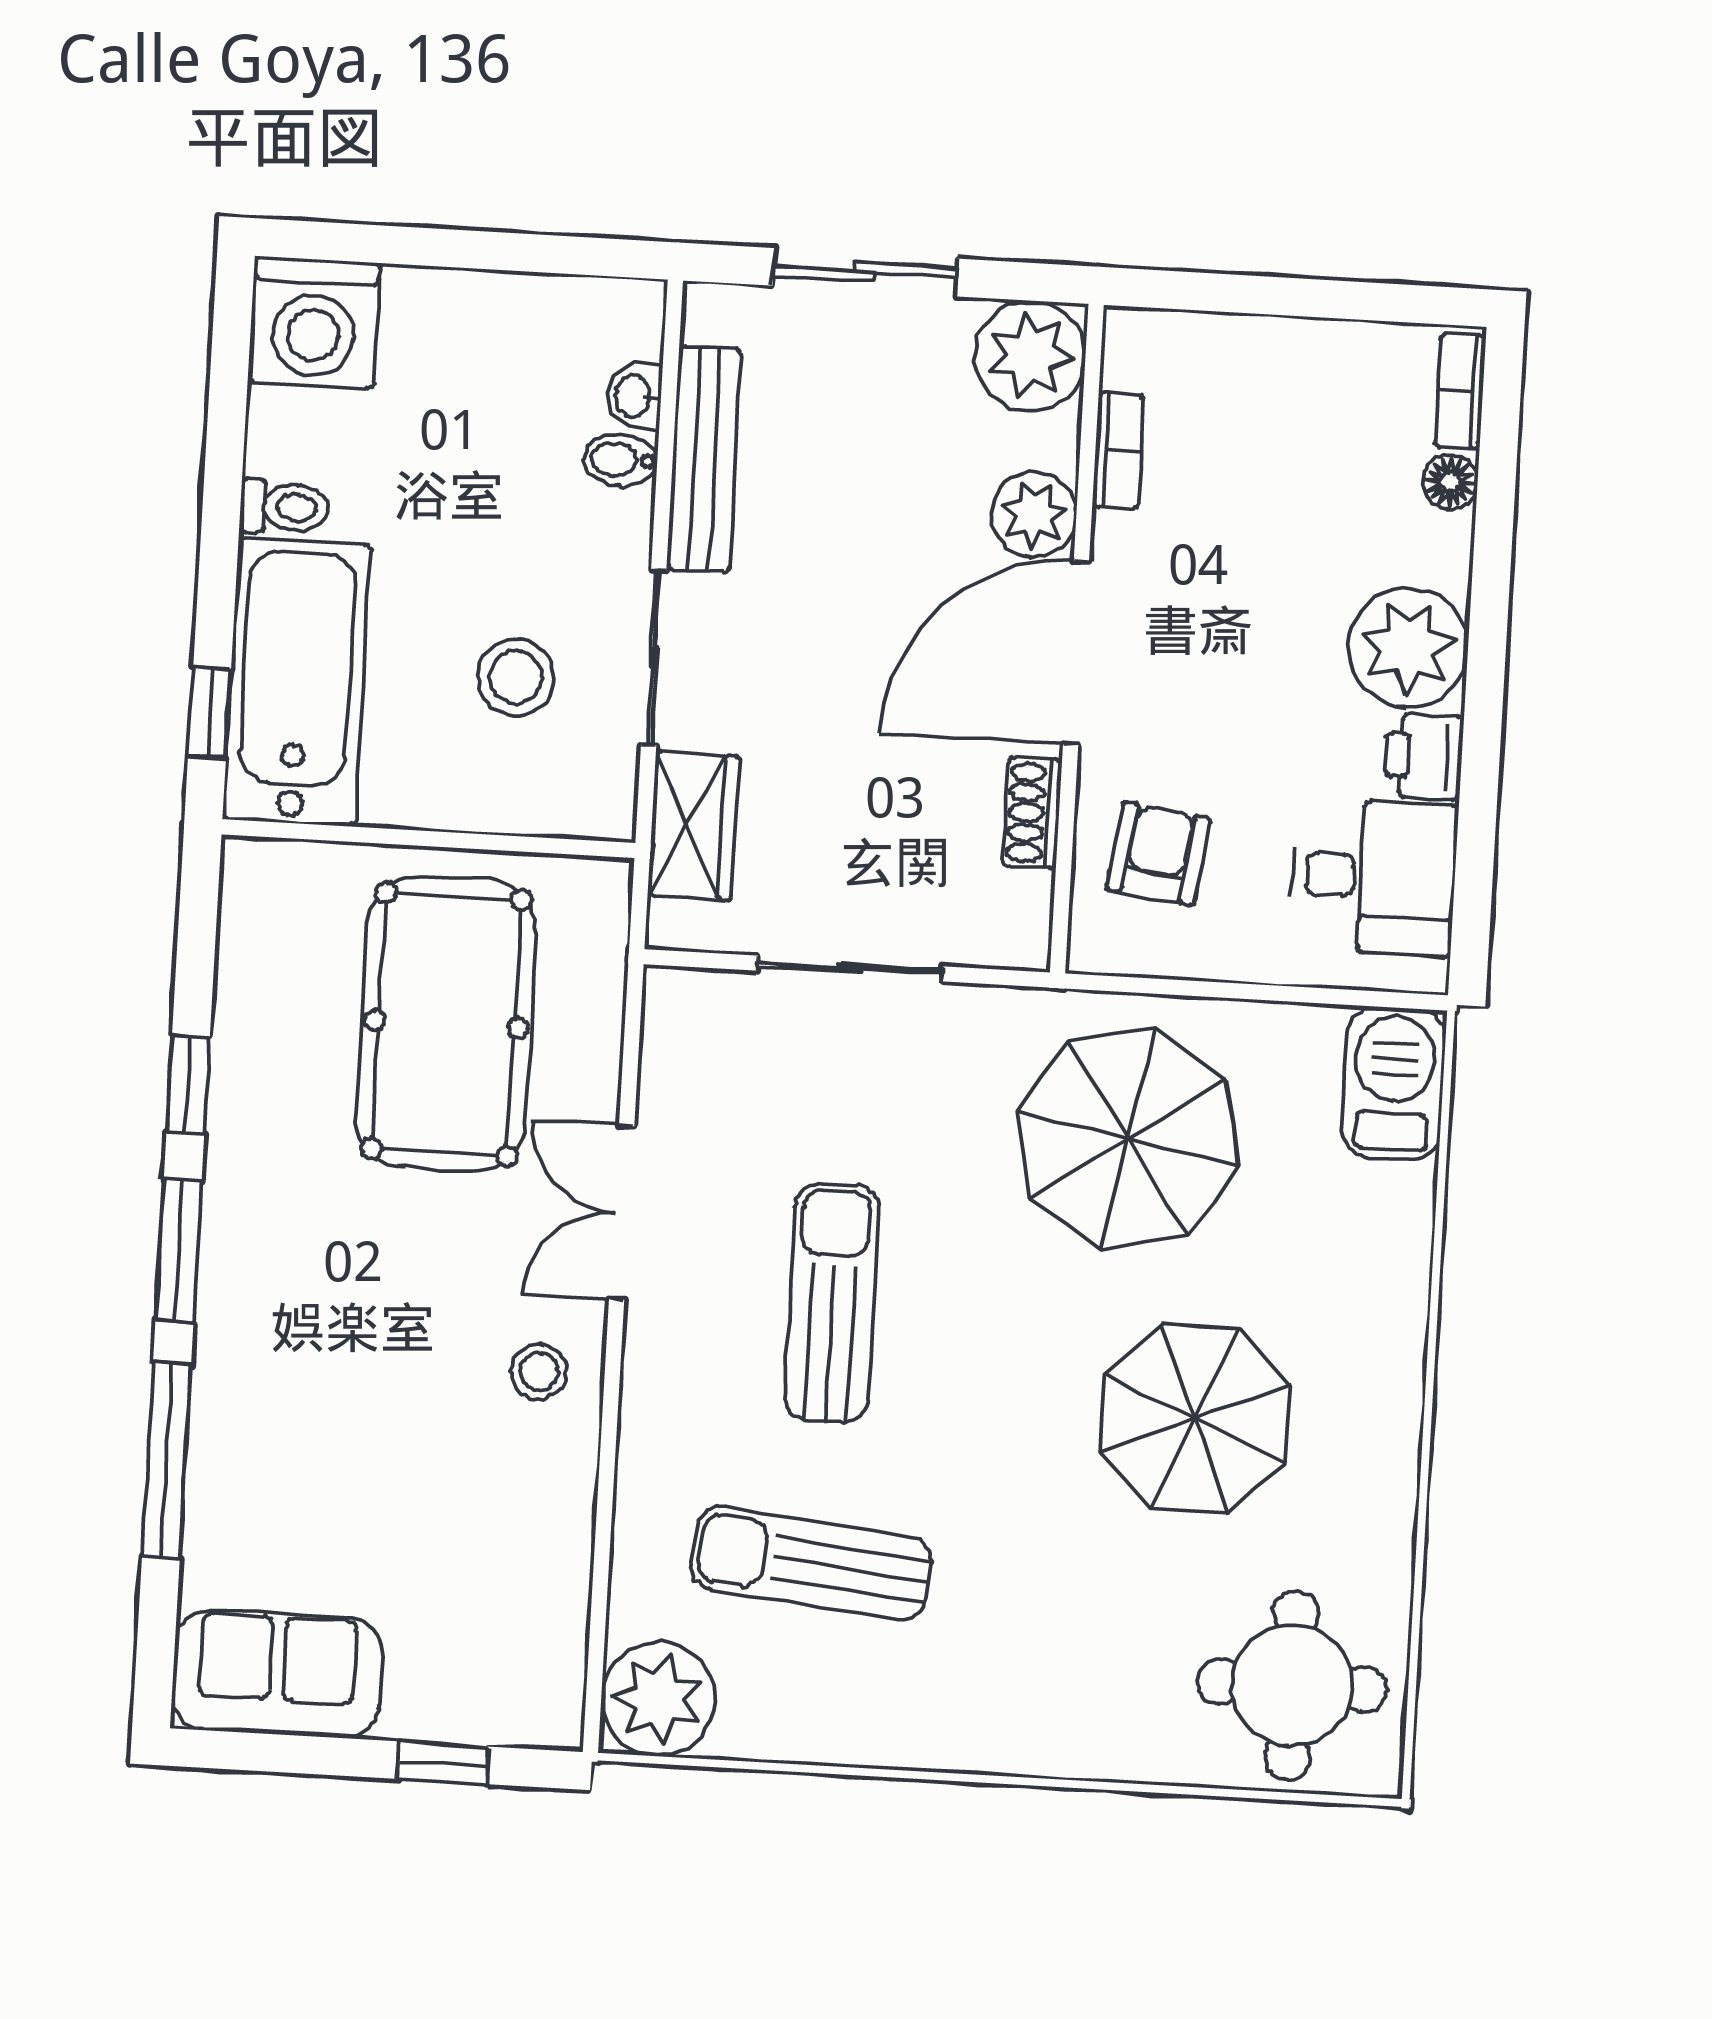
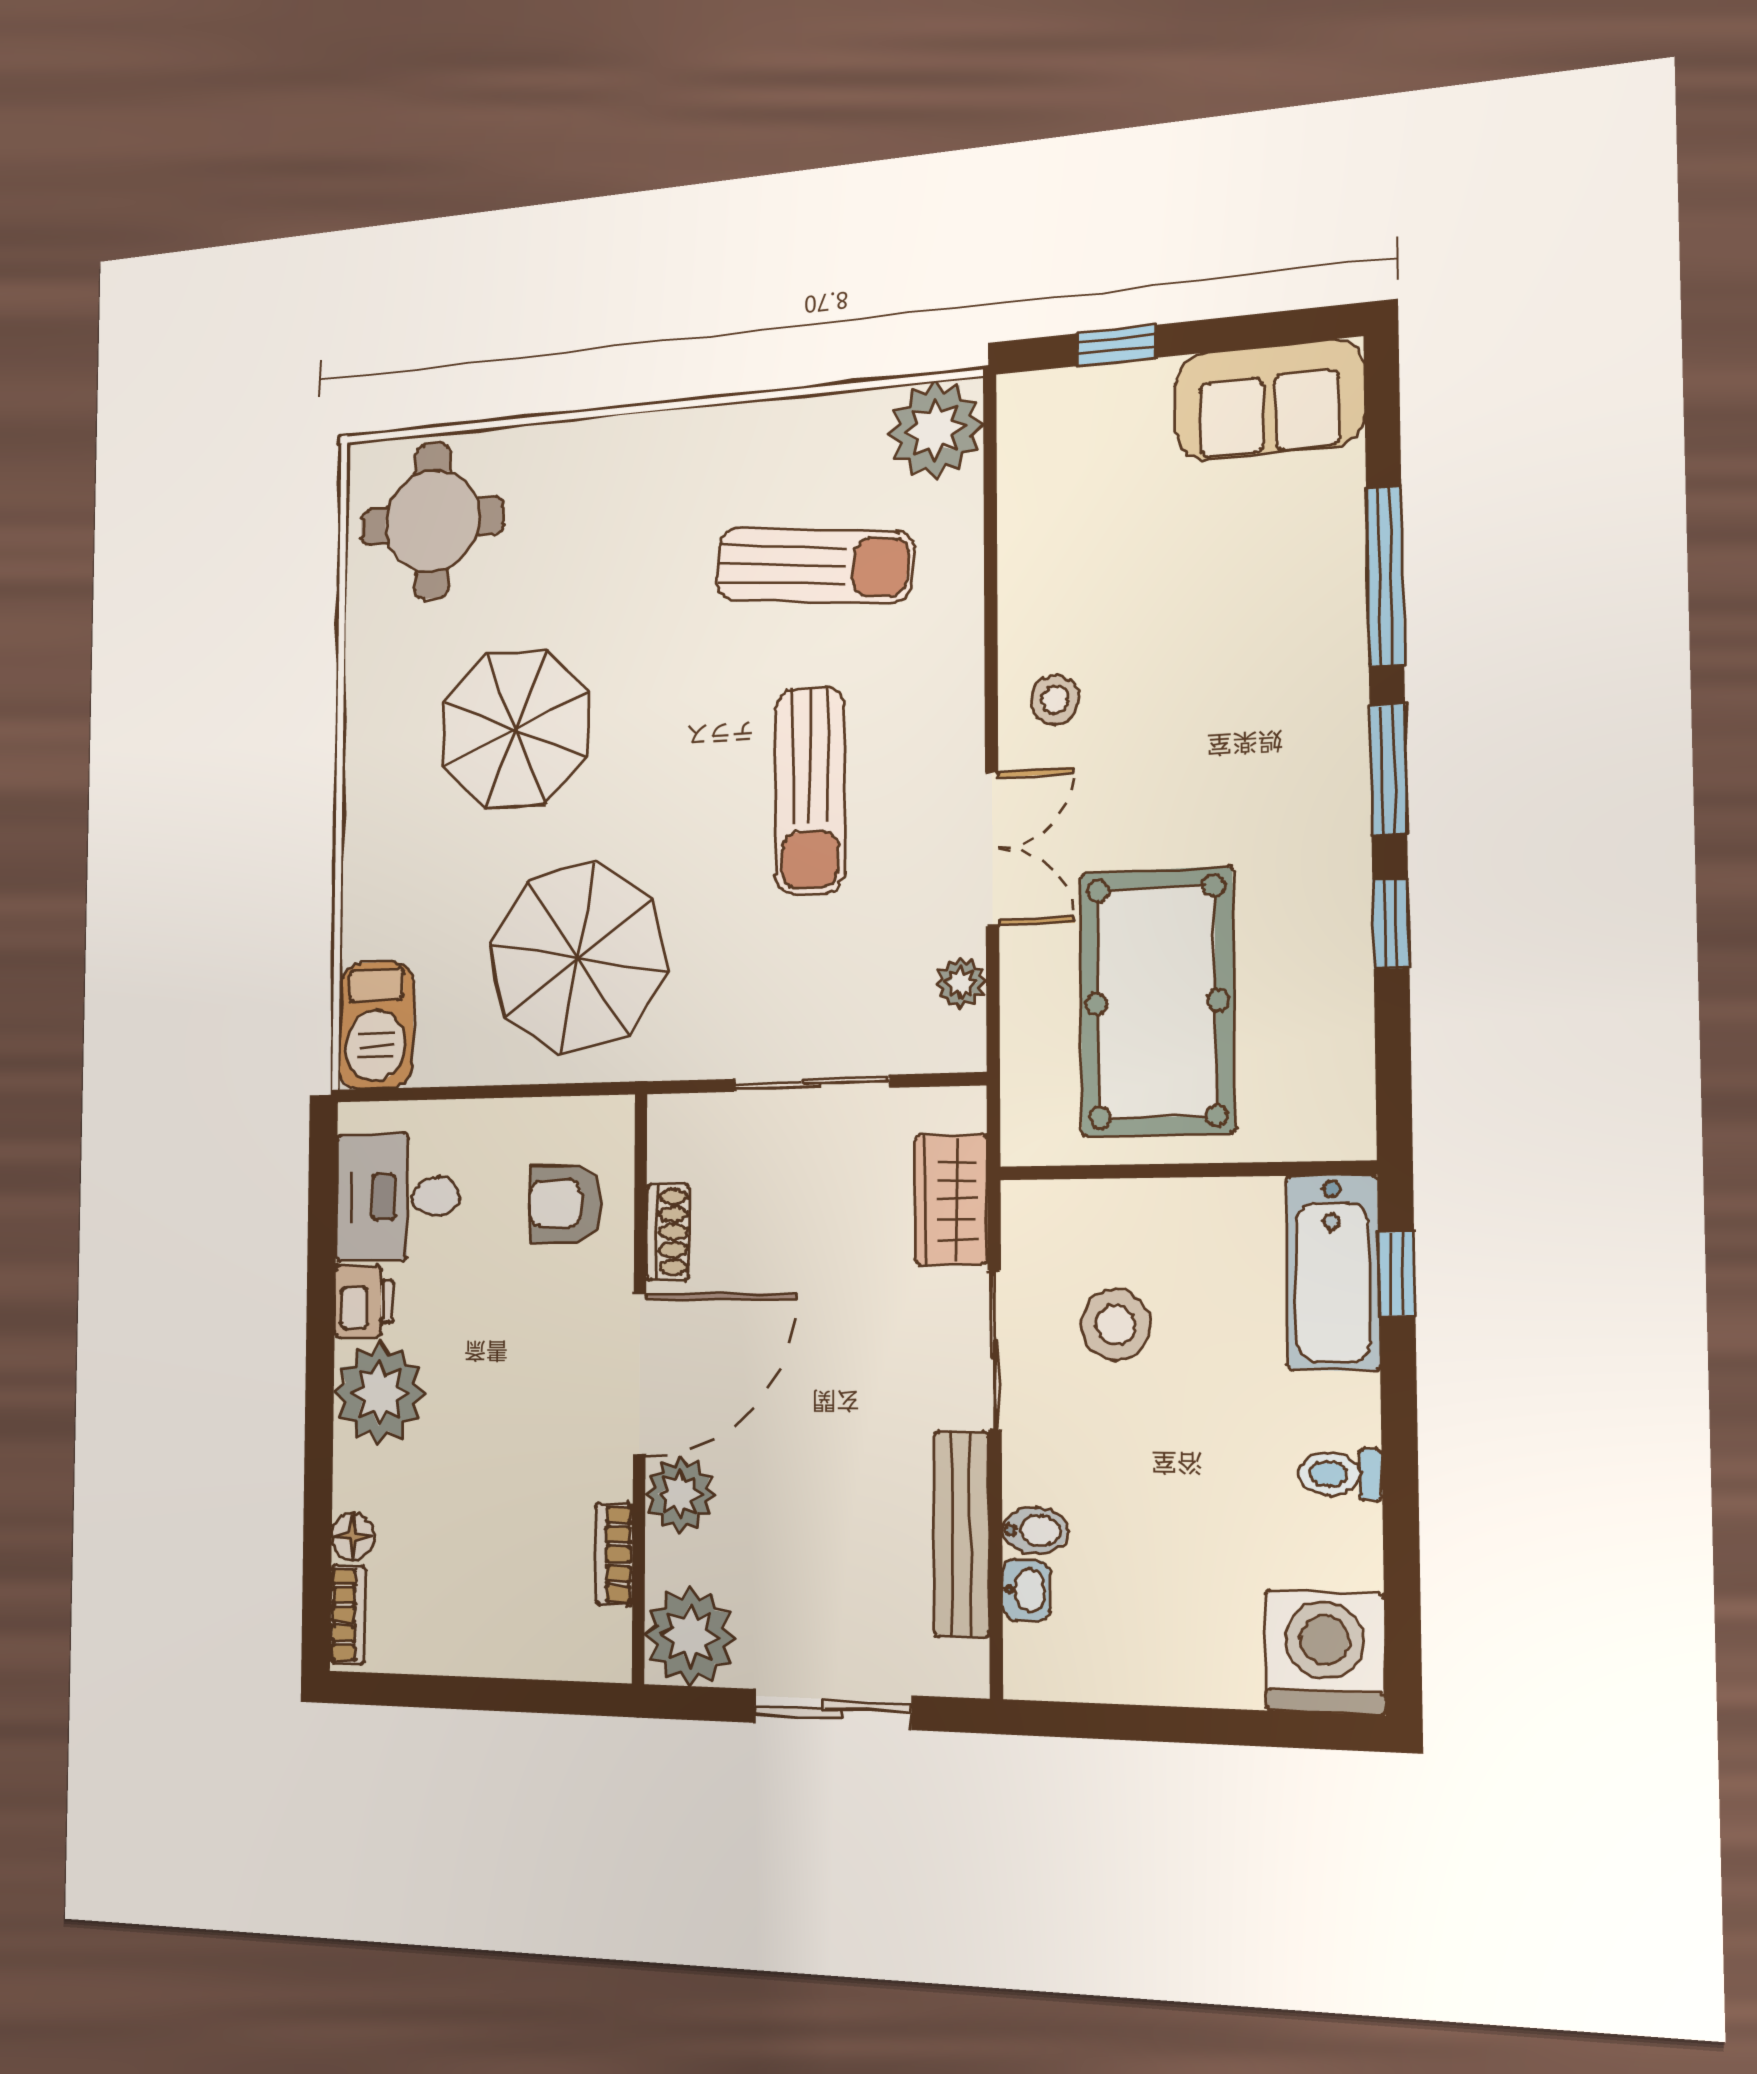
bathtub: (297, 682) -> (1333, 1273), width x0.73, depth x0.73
armchair: (1159, 854) -> (565, 1204), turned 82
plant: (667, 1066) -> (961, 983), added

